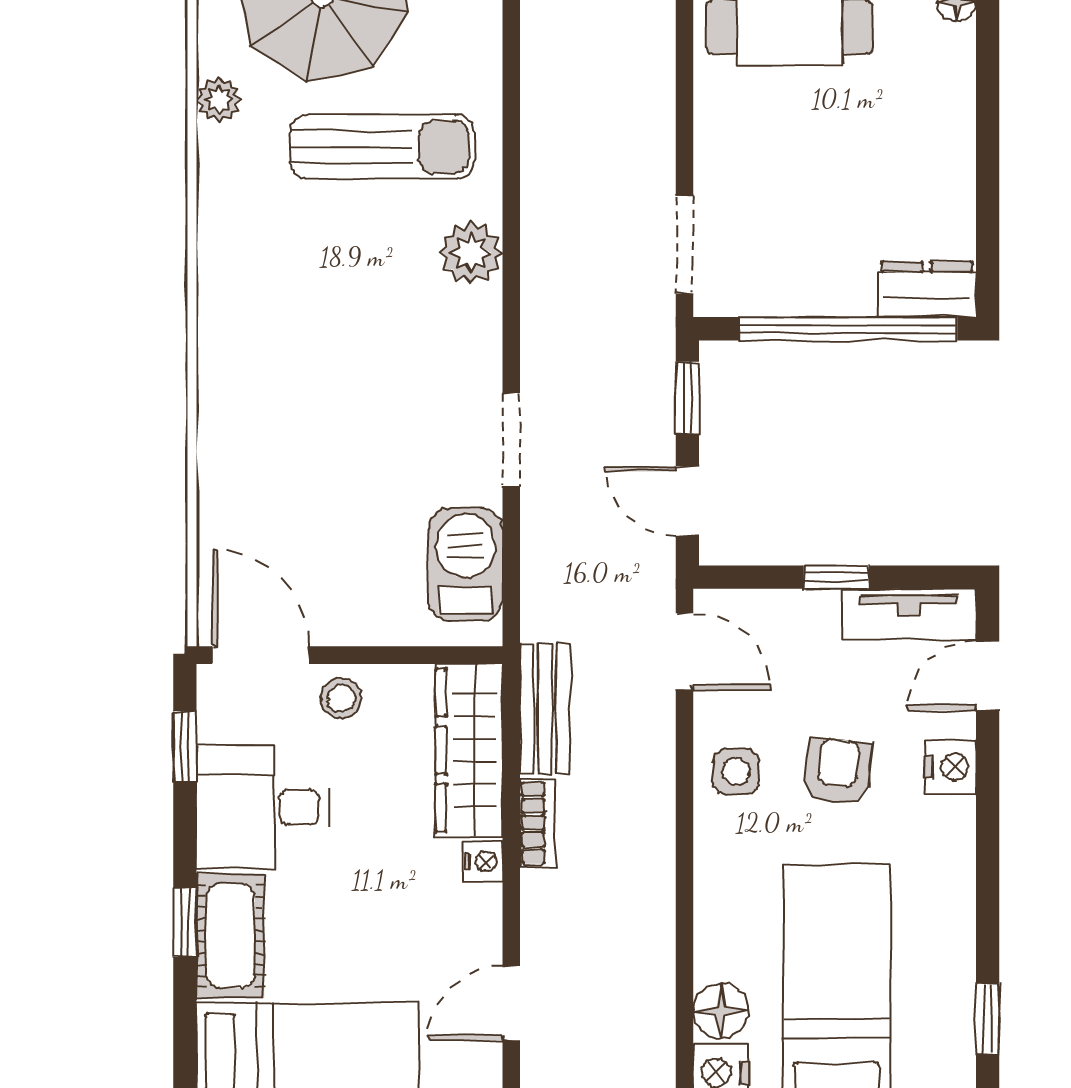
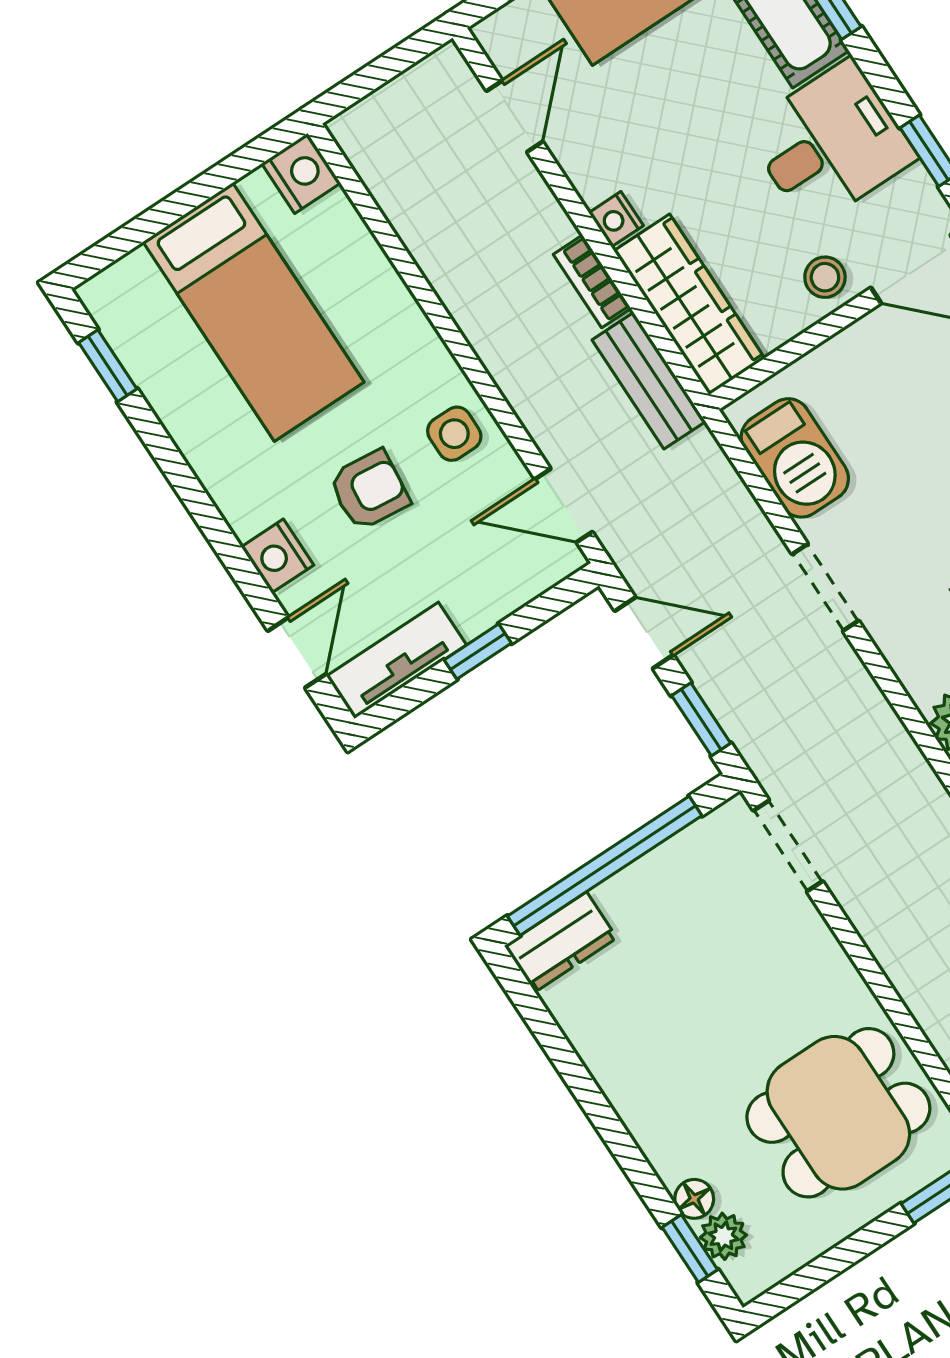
armchair: (838, 771) -> (369, 490), turned -90
floor lamp: (721, 1011) -> (335, 225), removed

